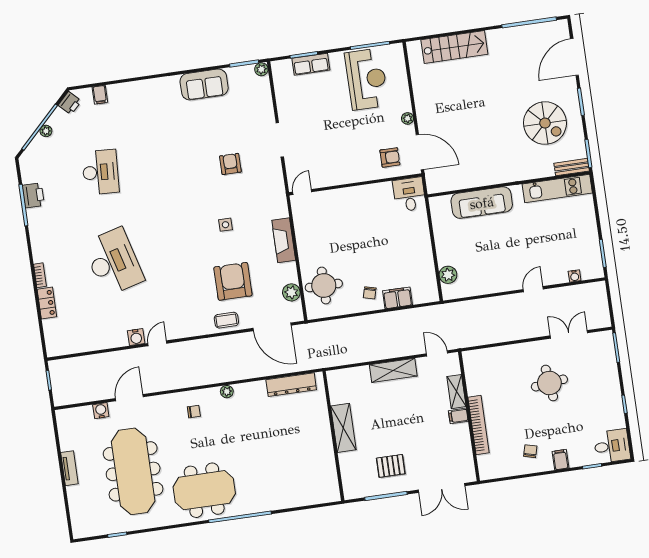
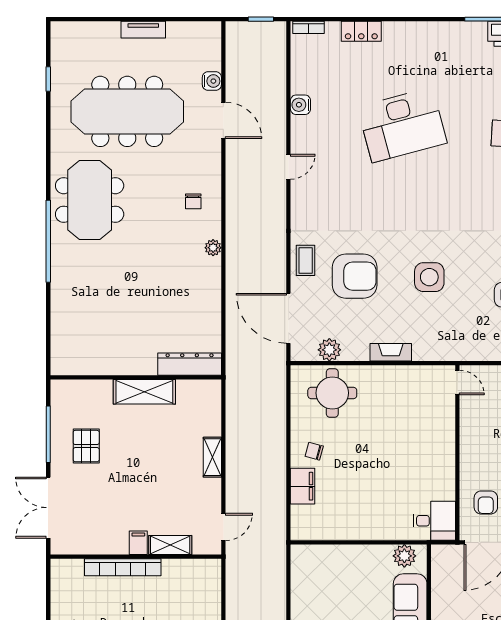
side table: (225, 225) -> (429, 277), width x1.87, depth x1.87
fireplace: (284, 240) -> (391, 352), width x0.73, depth x0.76
bookcase: (40, 275) -> (308, 27), moved
plant: (448, 275) -> (404, 556), moved
door: (272, 327) -> (288, 318), hinge flipped
water cooler: (136, 337) -> (300, 105), moved
door: (157, 343) -> (288, 167), hinge flipped
shelving: (393, 370) -> (212, 457), width x0.67, depth x0.75
dresser: (291, 385) -> (190, 364), moved, turned 90

